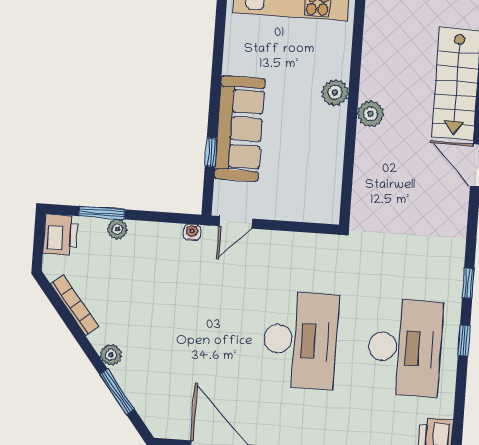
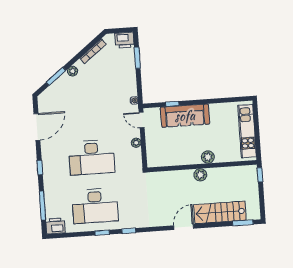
plant: (117, 229) -> (136, 143), moved

